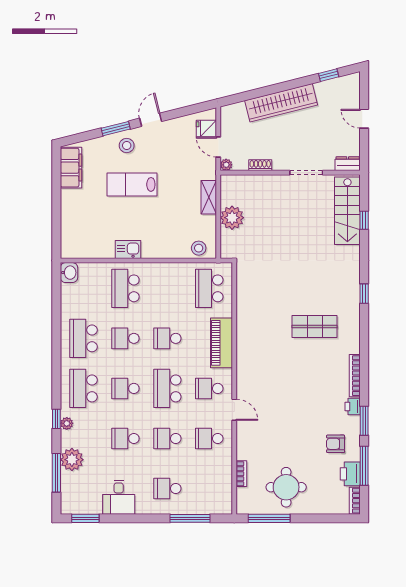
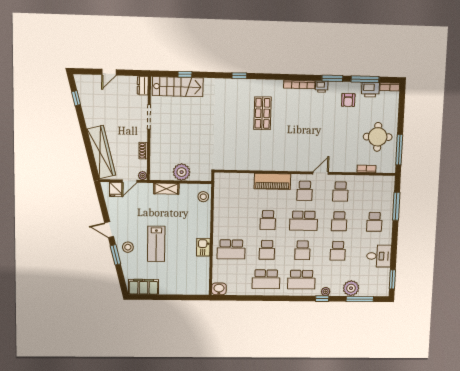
wardrobe: (281, 103) -> (101, 152), moved
school desk: (209, 288) -> (233, 190), removed

